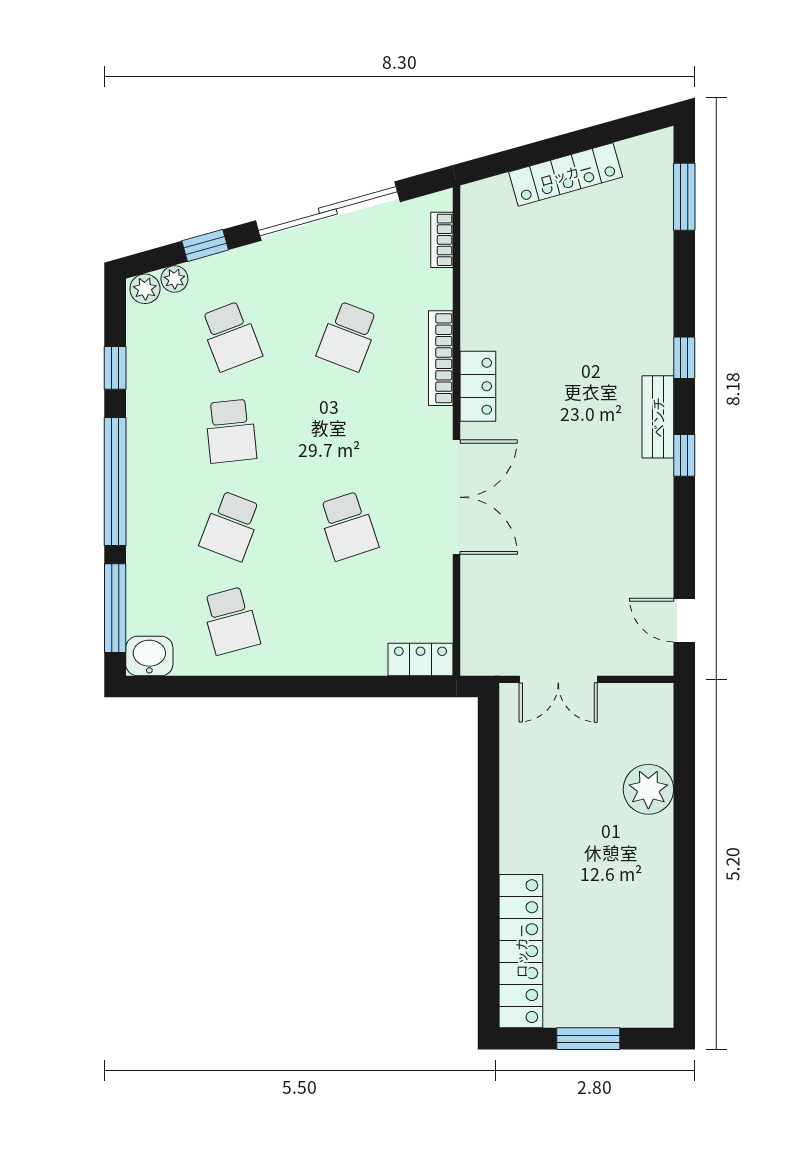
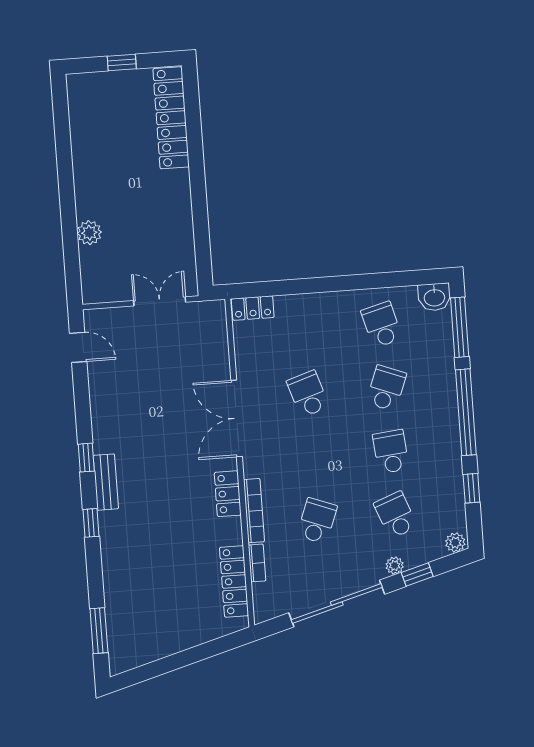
locker: (566, 174) -> (234, 581), moved, turned -74
bookcase: (442, 240) -> (257, 563), moved
plant: (174, 279) -> (395, 566), moved
plant: (648, 789) -> (89, 233), width x0.73, depth x0.73
window: (588, 1039) -> (122, 63), width x0.67

